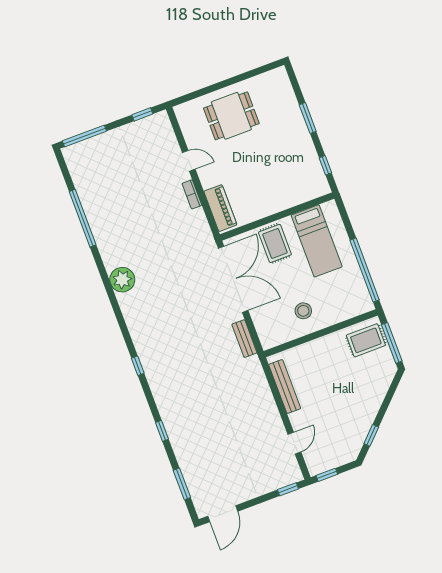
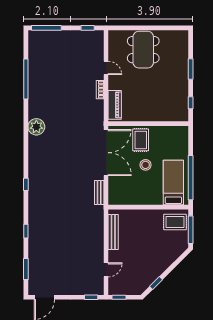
dining table: (231, 116) -> (143, 50), width x1.38
bed: (317, 241) -> (173, 183), moved, turned 180
stool: (303, 311) -> (146, 165), moved

